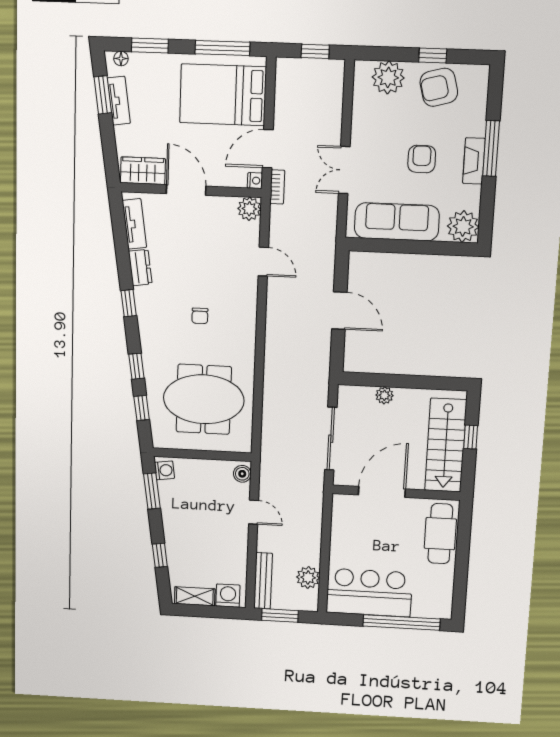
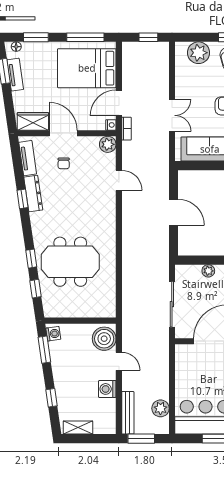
double door: (344, 170) -> (172, 115), swing flipped
dresser: (140, 268) -> (33, 194), width x1.44
window: (129, 303) -> (23, 199), moved
chair: (200, 316) -> (64, 163), moved
meeting table: (204, 399) -> (70, 262), moved
boiler: (242, 474) -> (104, 339), width x1.86, depth x1.86
washing machine: (228, 596) -> (107, 389), moved, turned -90

